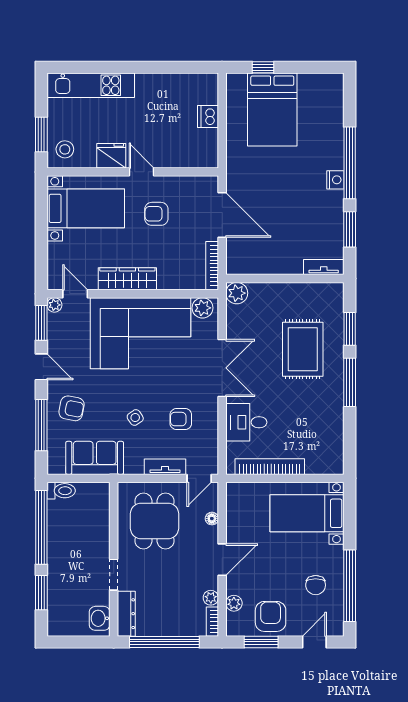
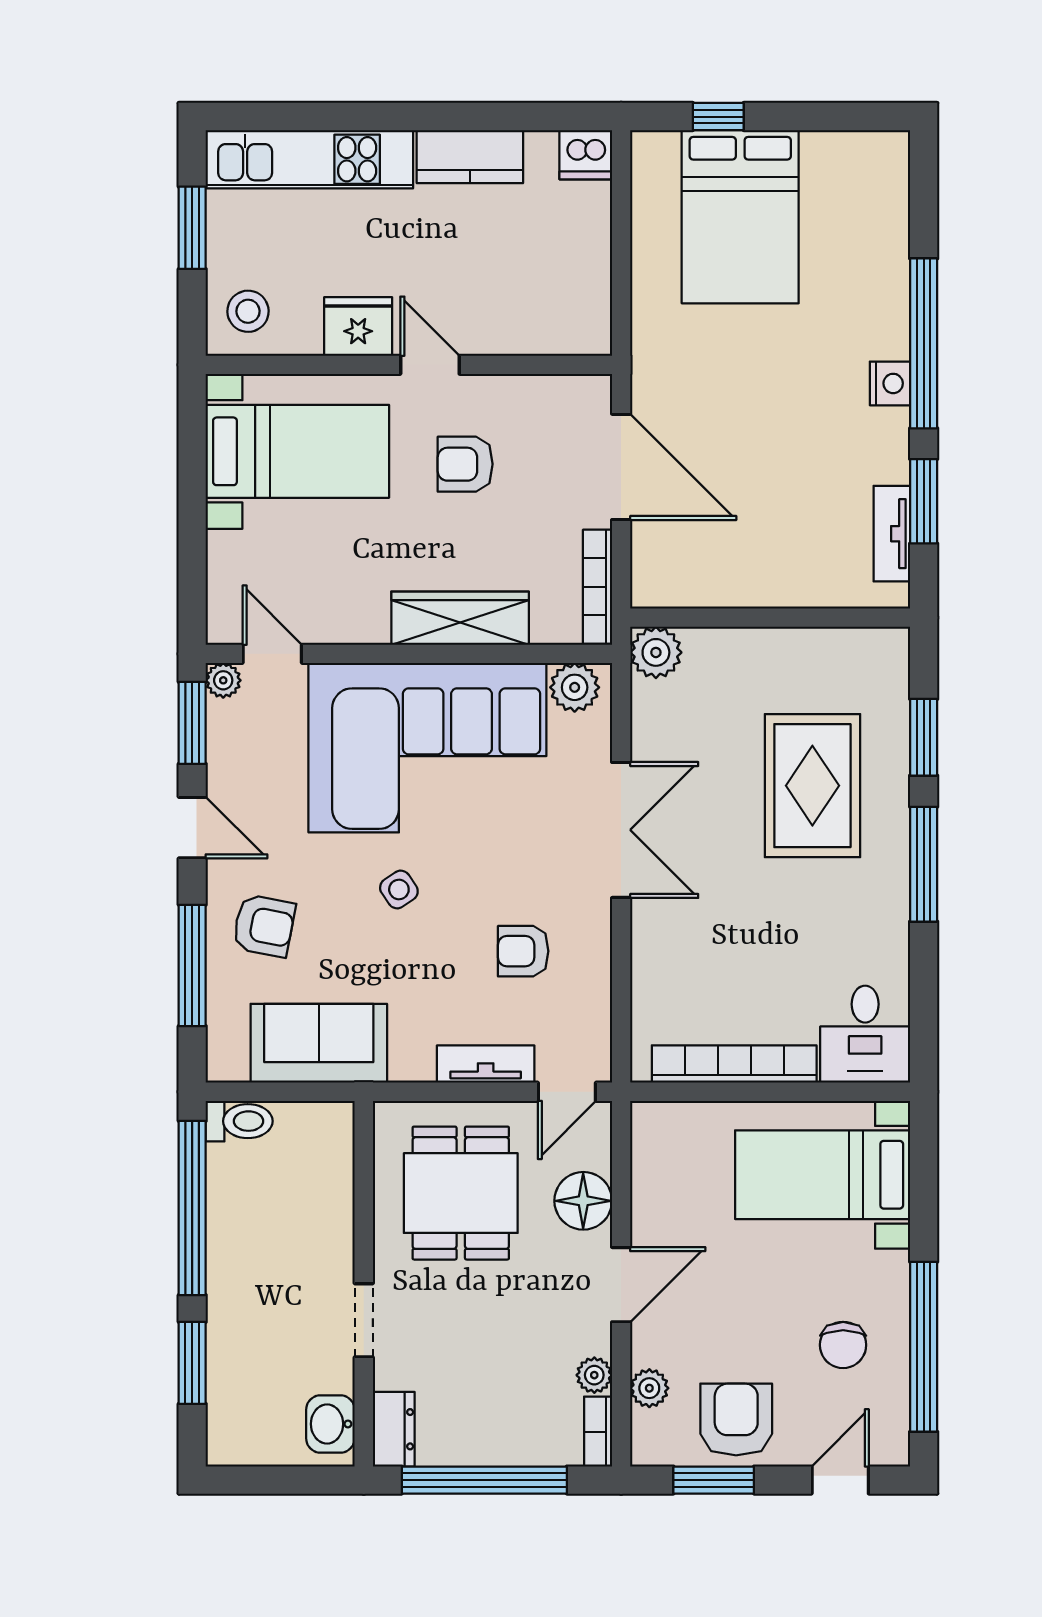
kitchen counter: (158, 84) -> (470, 157), added
dishwasher: (208, 116) -> (586, 155), moved, turned -90
window: (41, 134) -> (192, 228), moved
tv unit: (324, 267) -> (892, 534), moved, turned -90
wardrobe: (127, 279) -> (460, 618), moved
side table: (135, 418) -> (399, 889), moved
desk: (246, 422) -> (865, 1034), moved, turned -90
floor lamp: (212, 519) -> (583, 1201), width x1.89, depth x1.89
dresser: (126, 614) -> (394, 1429), width x0.70

